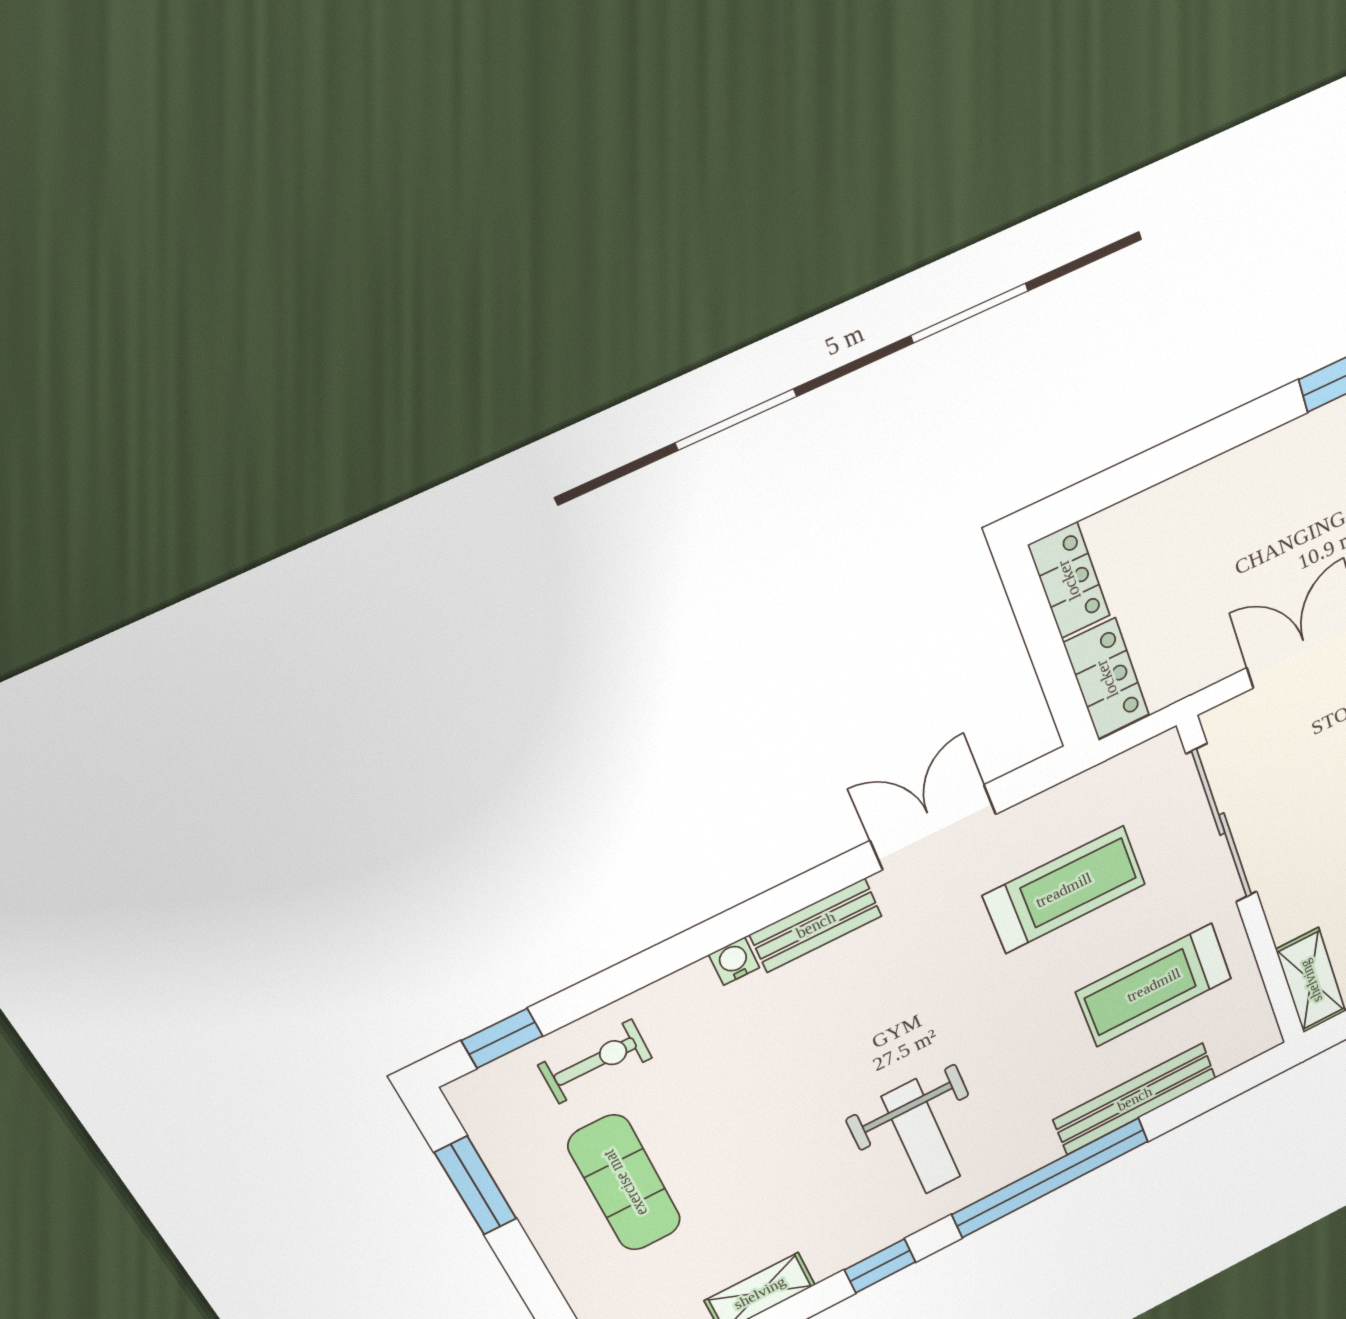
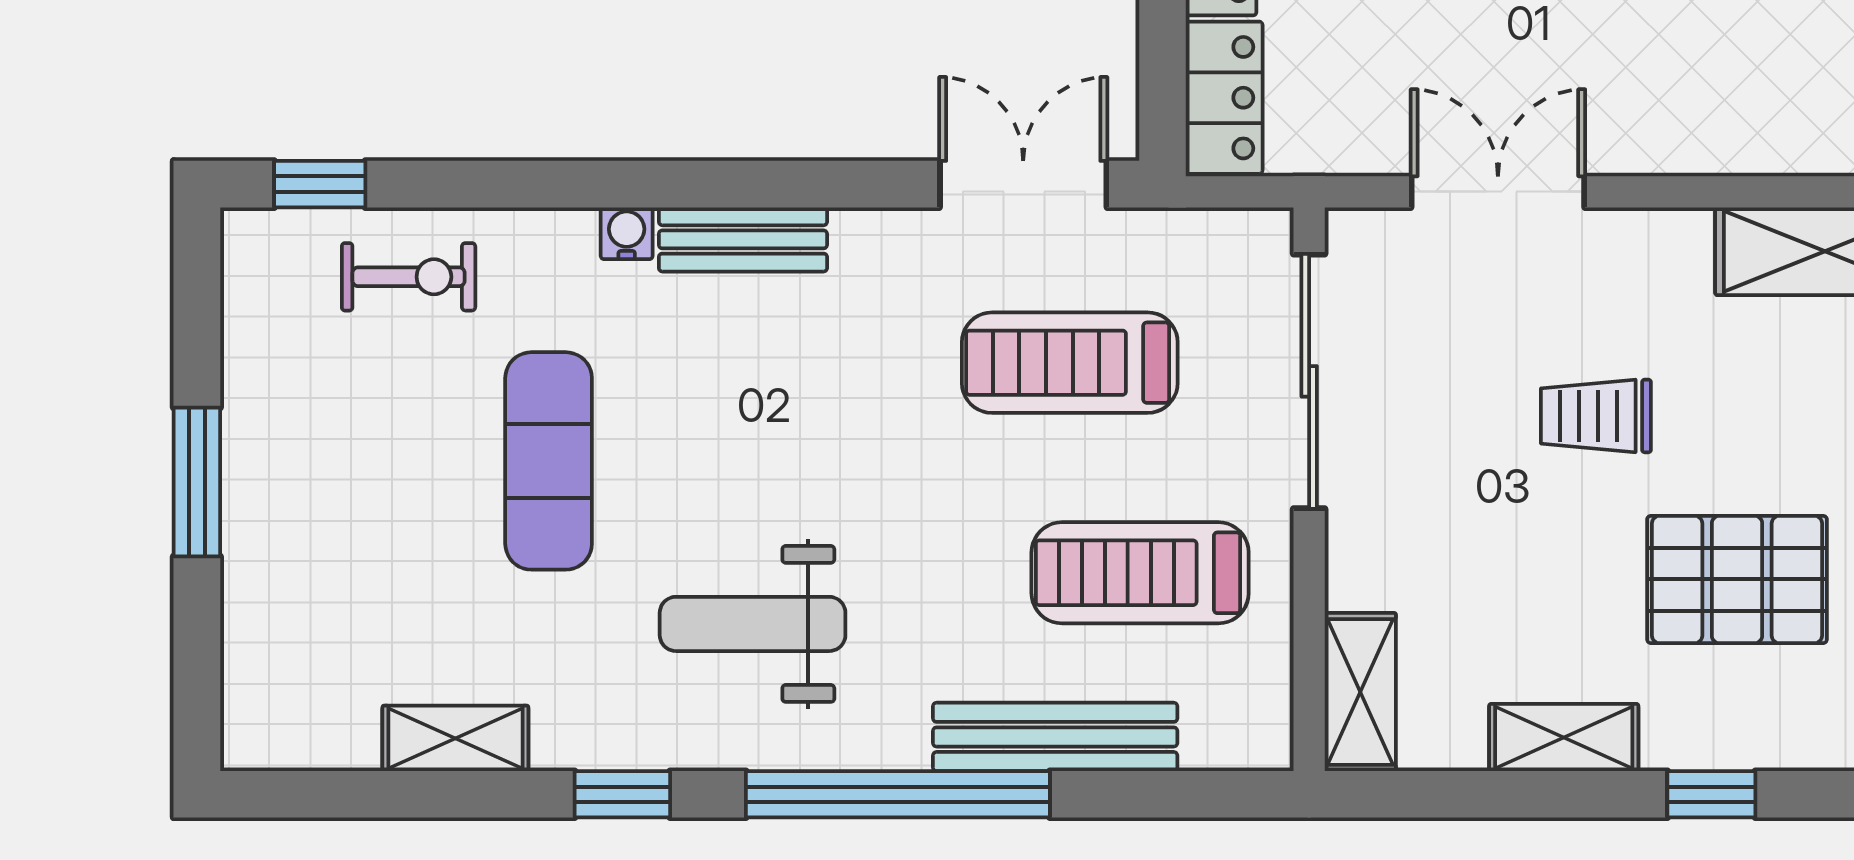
double door: (933, 827) -> (1023, 184), moved
treadmill: (1064, 890) -> (1070, 363), turned 180
weight bench: (921, 1137) -> (753, 624), turned 90
exercise mat: (625, 1183) -> (549, 461), moved
window: (476, 1186) -> (197, 482), moved

